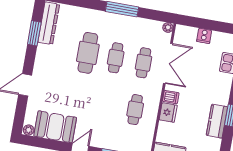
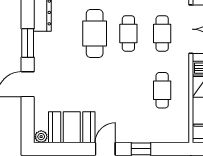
window: (34, 33) -> (28, 43), moved

